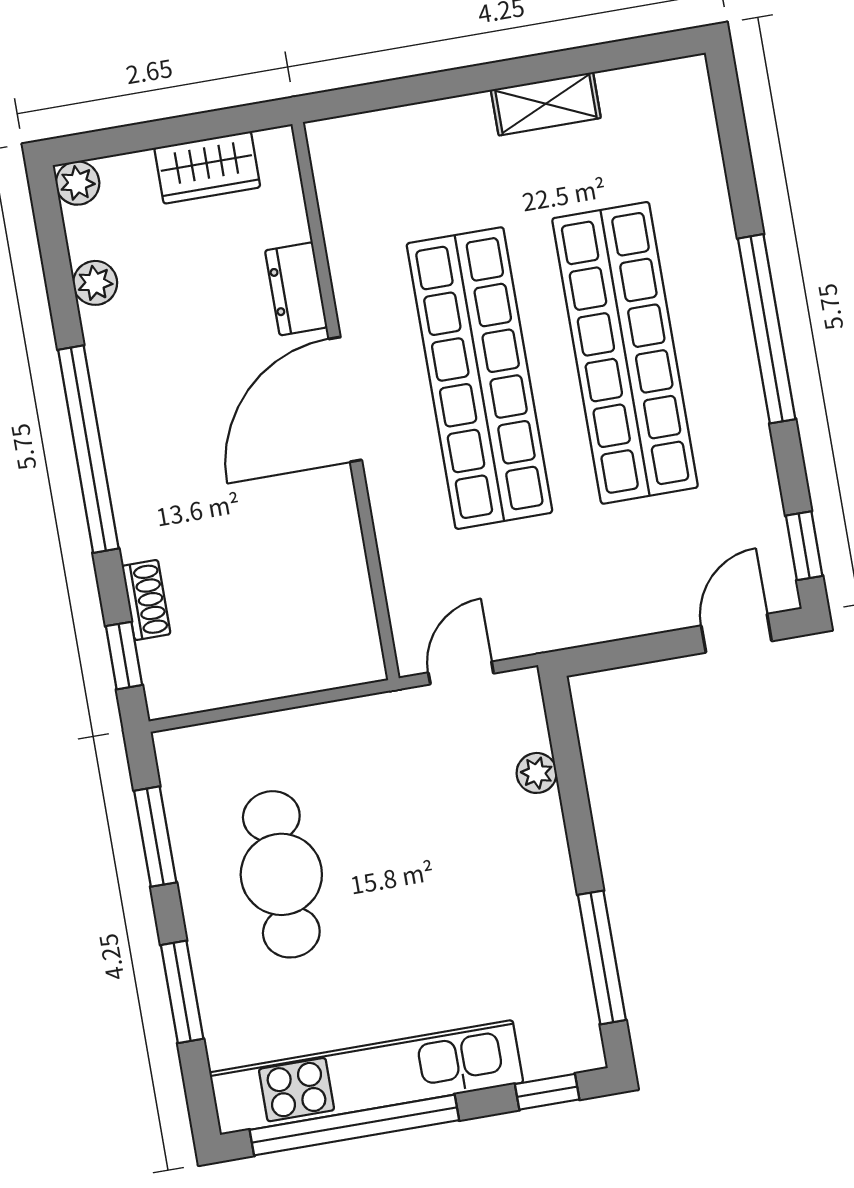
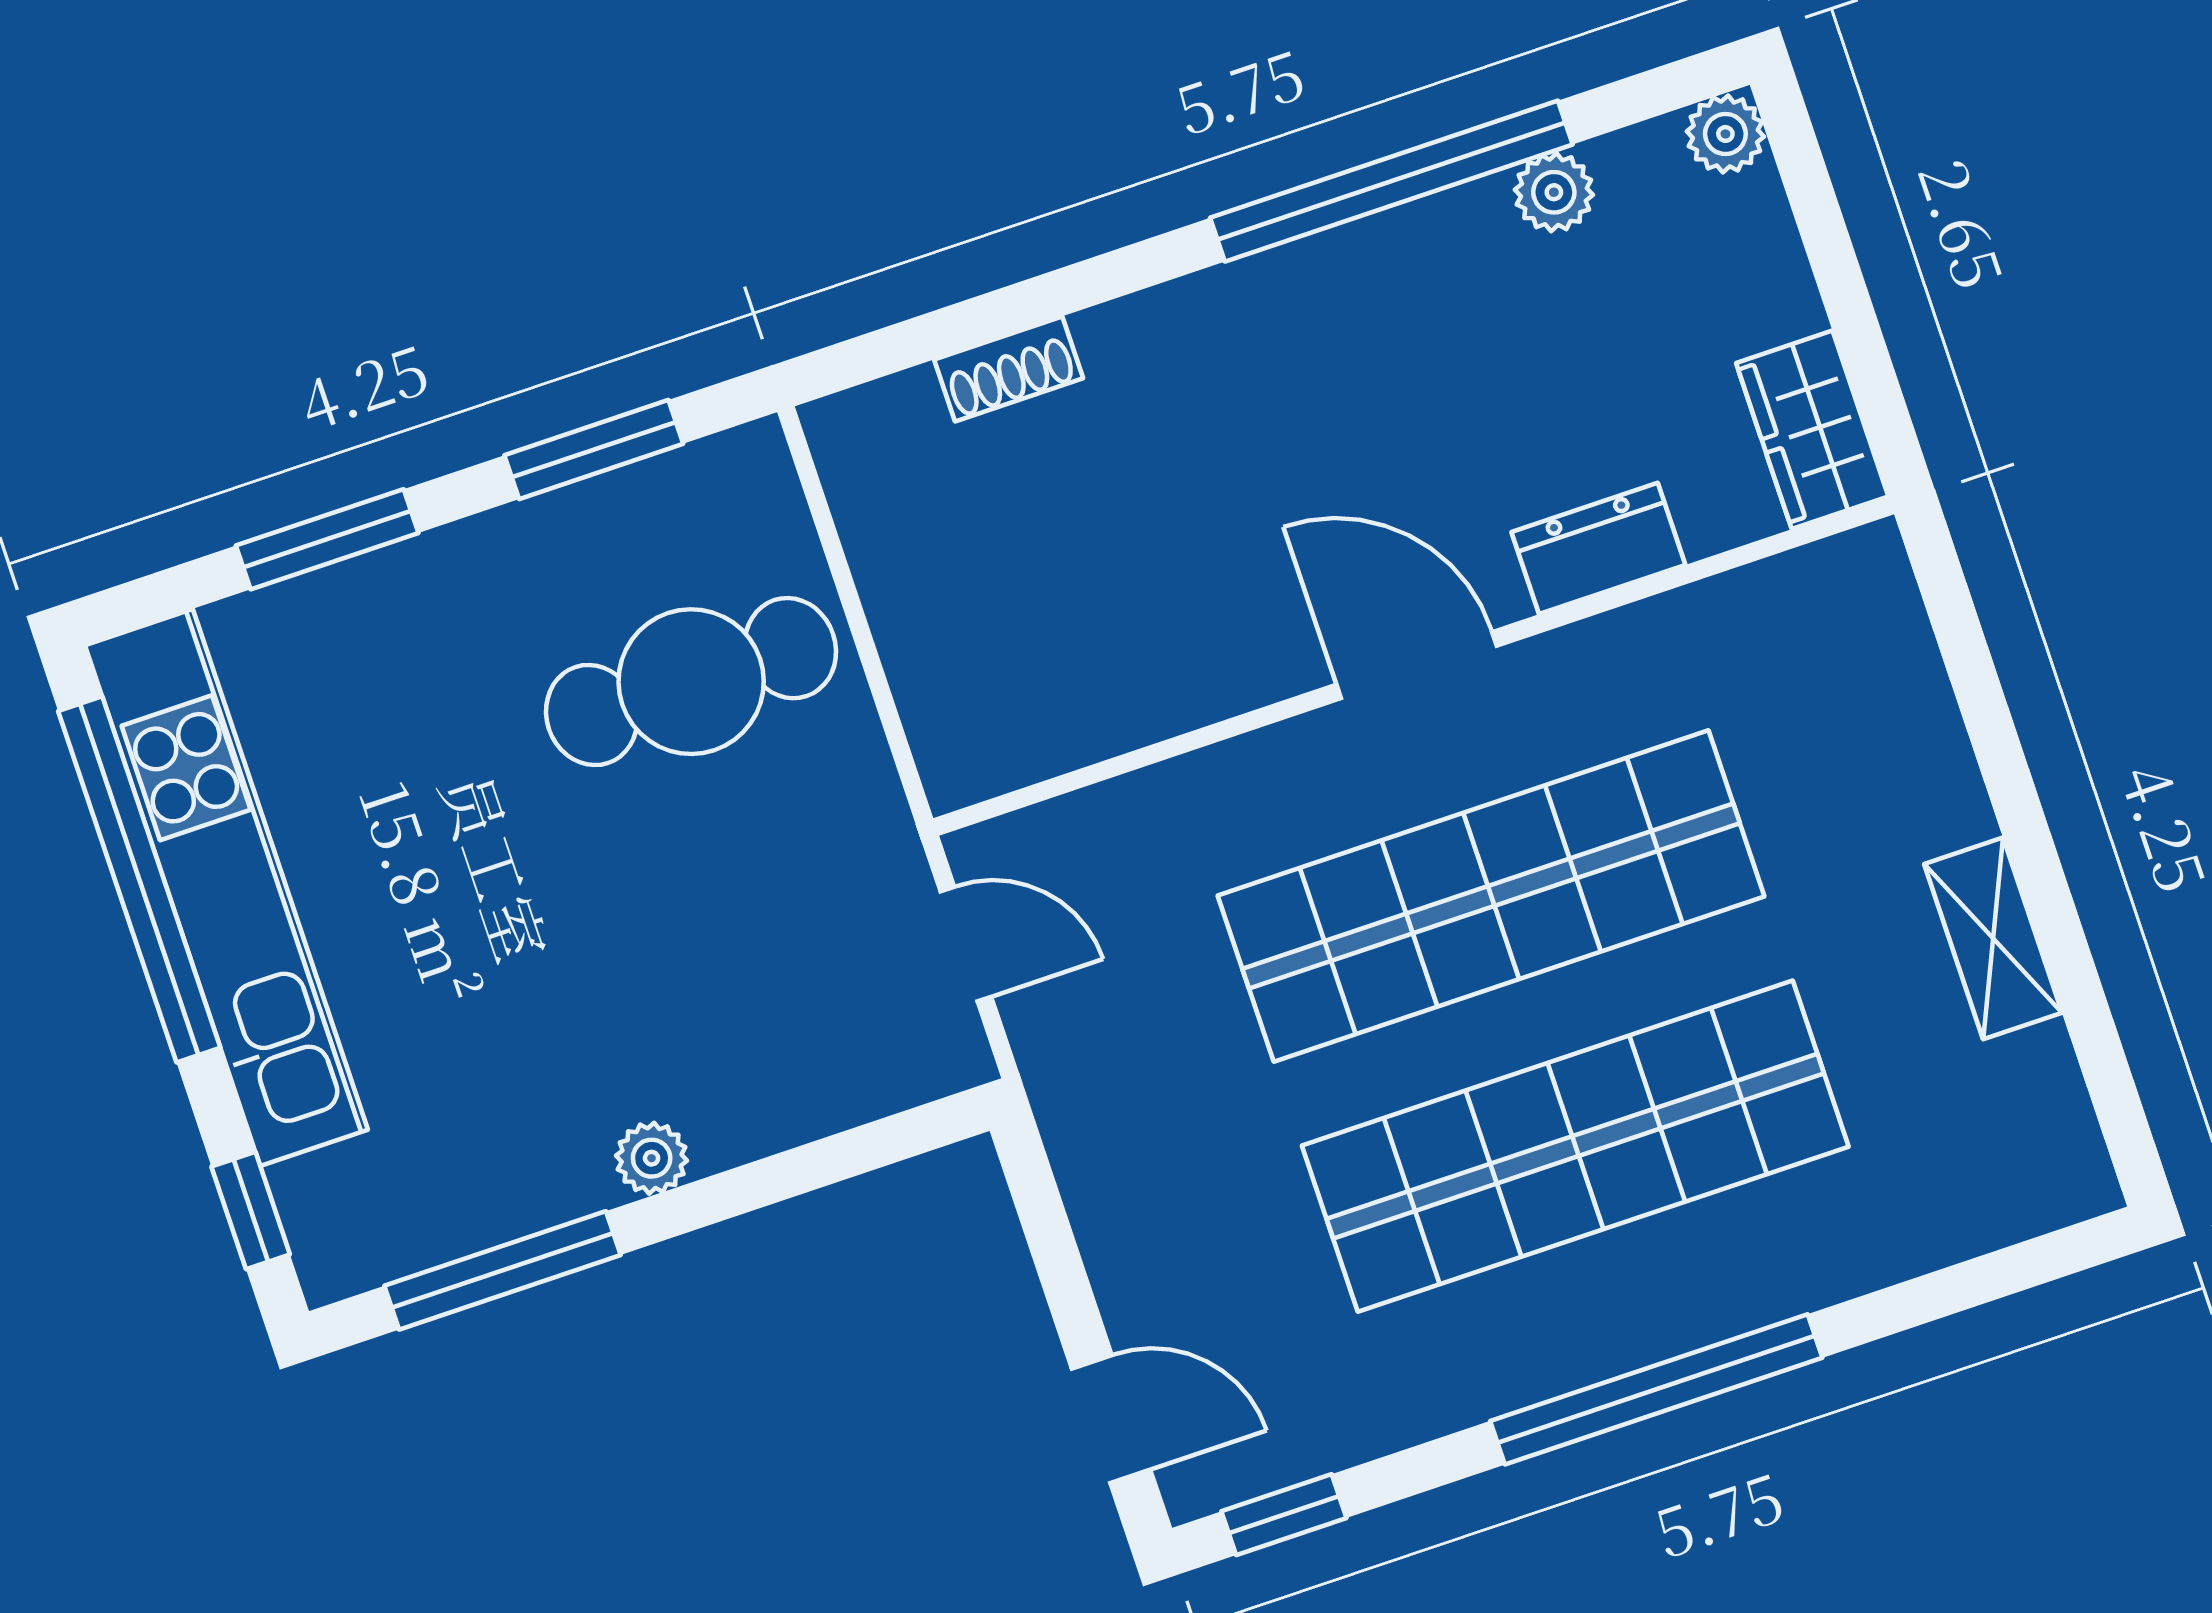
wardrobe: (207, 167) -> (1812, 430), moved
door: (345, 399) -> (1417, 665), width x0.73
window: (88, 449) -> (1391, 181), moved
window: (124, 656) -> (905, 345), removed
plant: (537, 773) -> (652, 1158), moved
cafe table: (281, 874) -> (691, 682), moved

